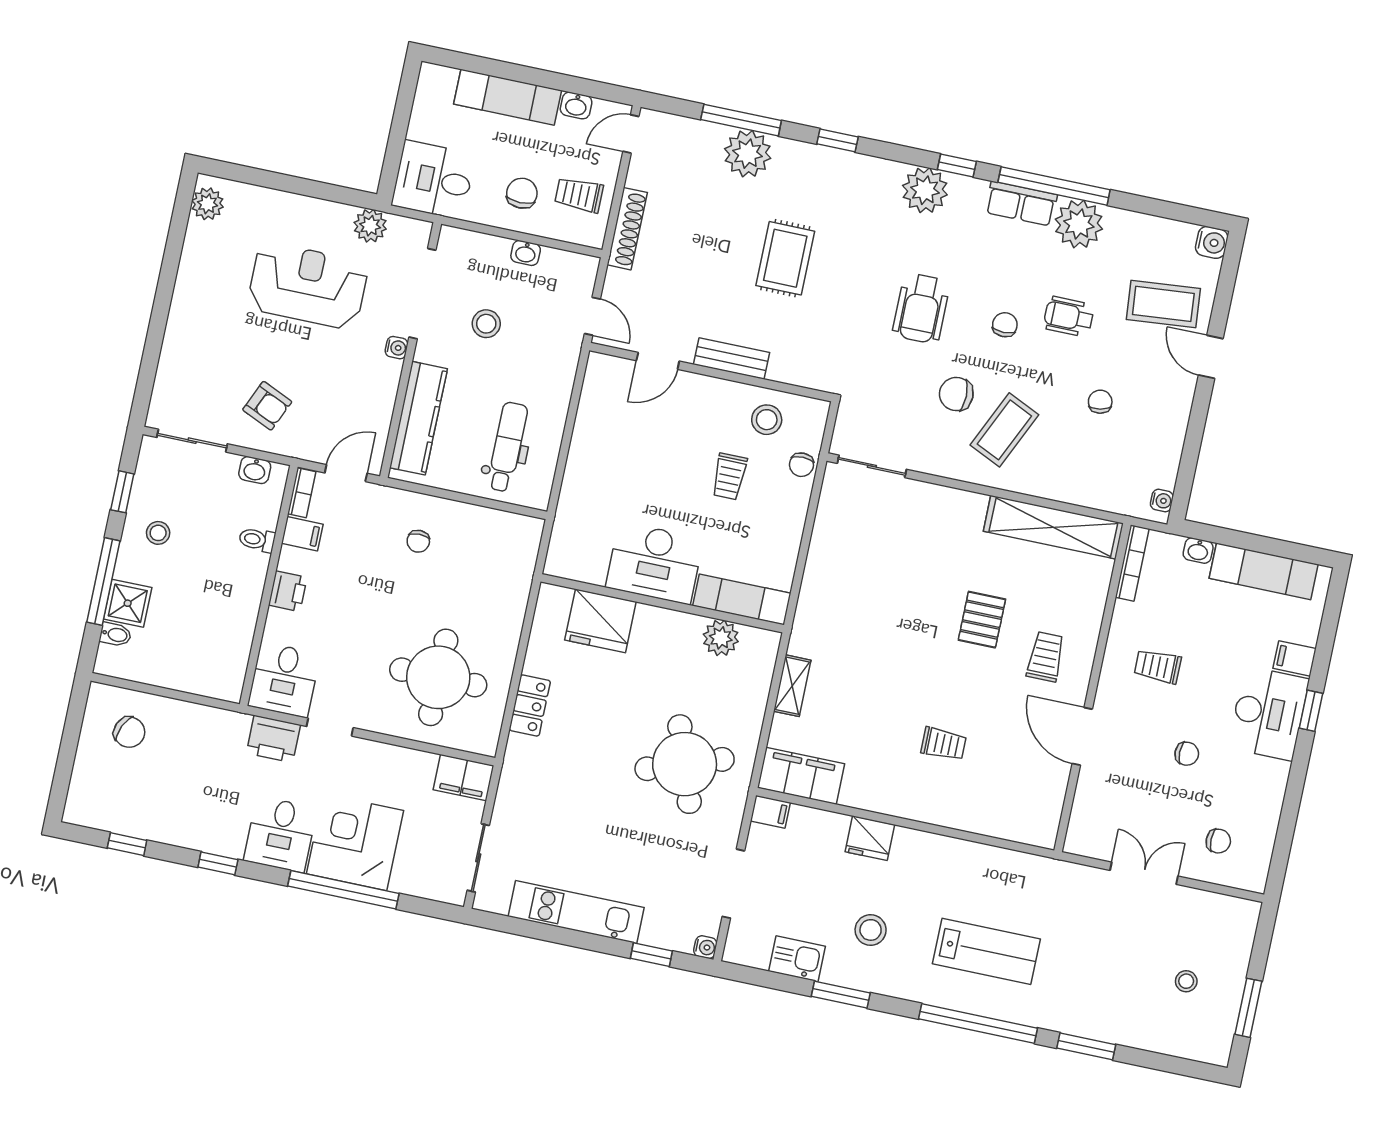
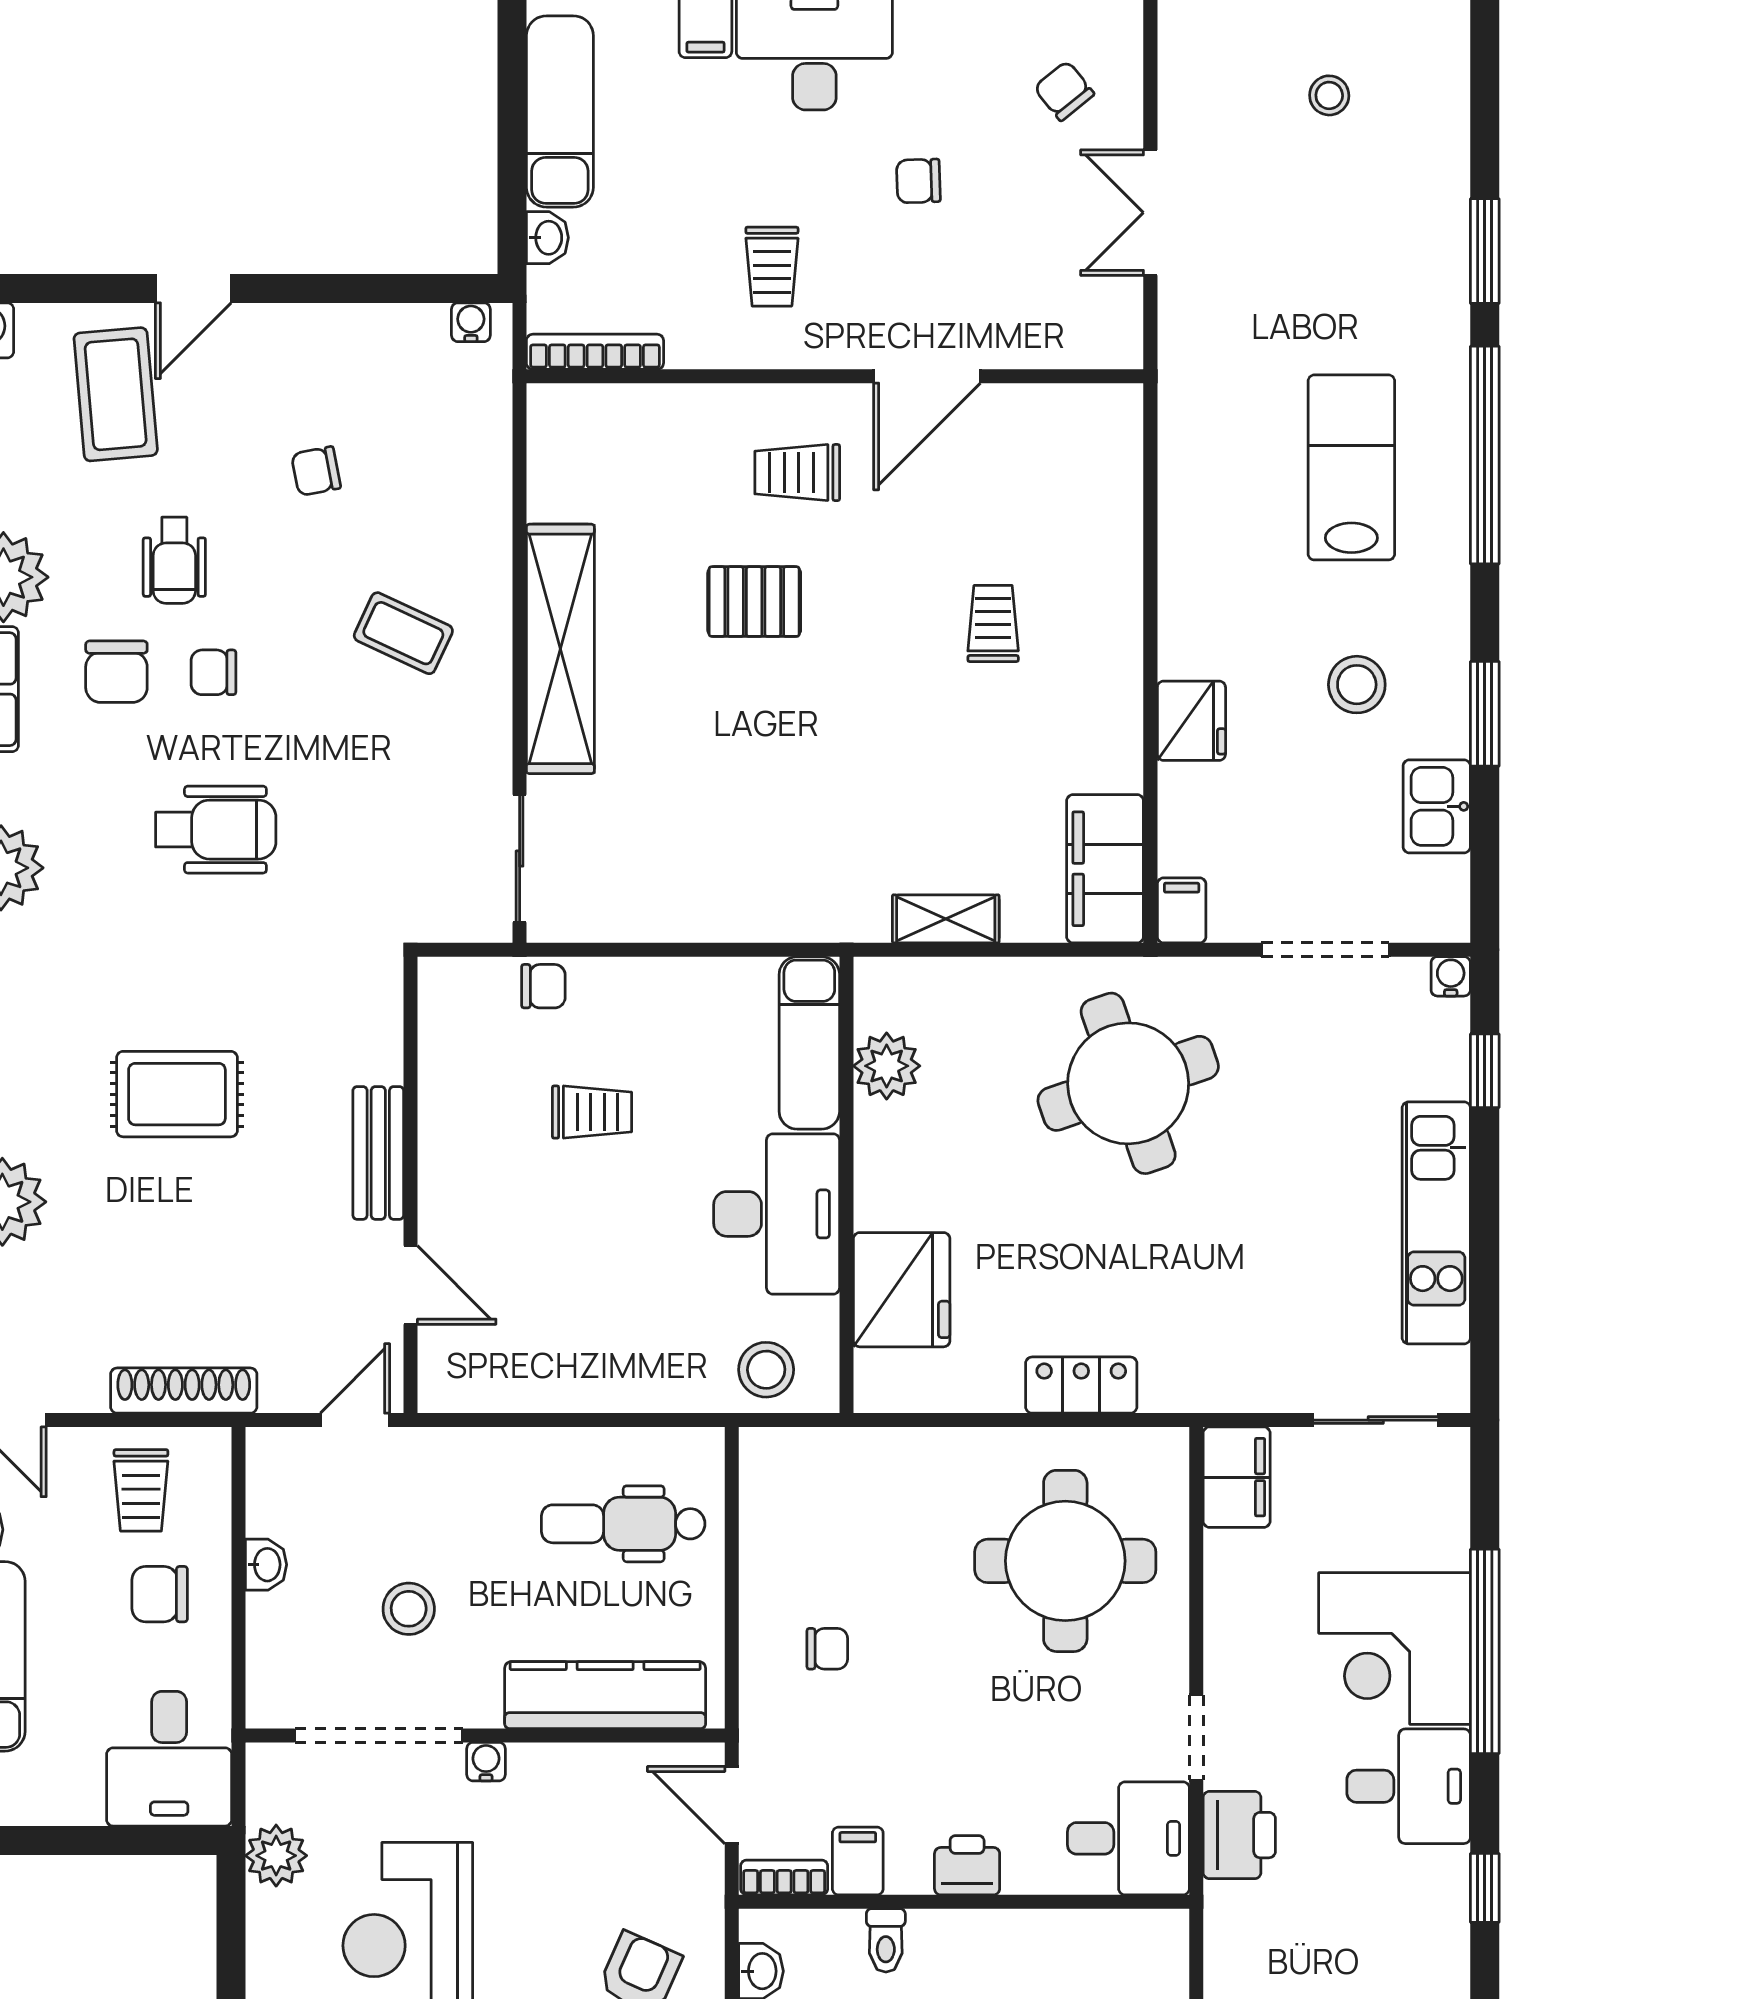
chair: (956, 394) -> (116, 672), moved
stool: (767, 420) -> (766, 1370), moved
coffee table: (1004, 430) -> (403, 633), width x0.73, depth x0.77
shelving: (1053, 527) -> (560, 649), moved
chair: (1187, 754) -> (918, 181), turned -92
chair: (1218, 841) -> (1064, 91), turned -39

